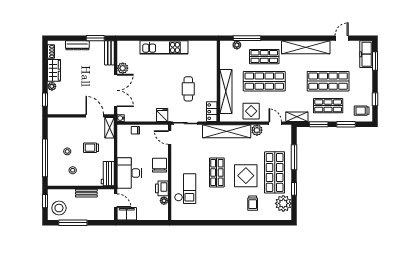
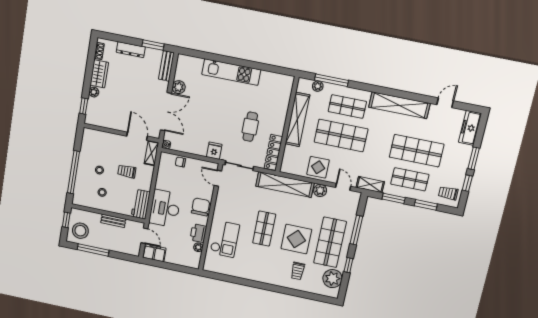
window: (375, 61) -> (474, 158), moved
shelving: (226, 91) -> (297, 119), moved
locker: (212, 112) -> (273, 152), width x1.53

